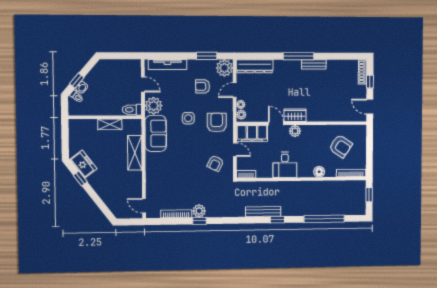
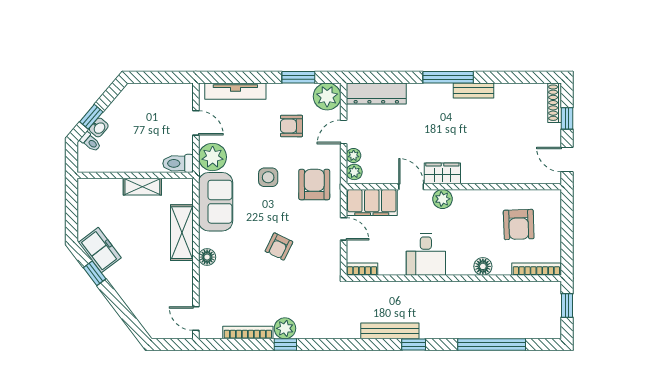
armchair: (341, 146) -> (519, 224), turned 54
armchair: (215, 163) -> (279, 246), moved
floor lamp: (151, 168) -> (207, 257), added

